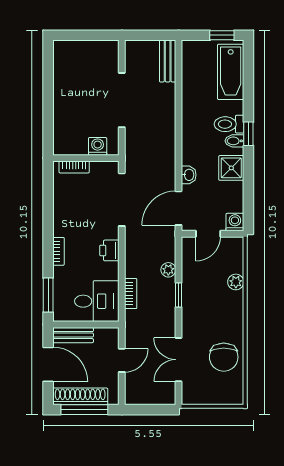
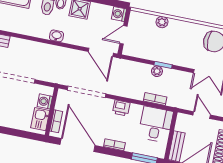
kitchen sink: (73, 145) -> (40, 119), added
washbasin: (189, 175) -> (56, 36), moved
door: (48, 202) -> (78, 145), added
door: (208, 234) -> (123, 35), swing flipped
plant: (168, 270) -> (157, 71), moved

